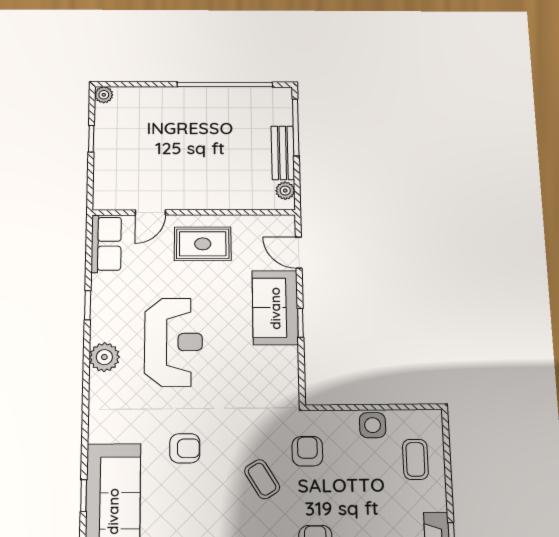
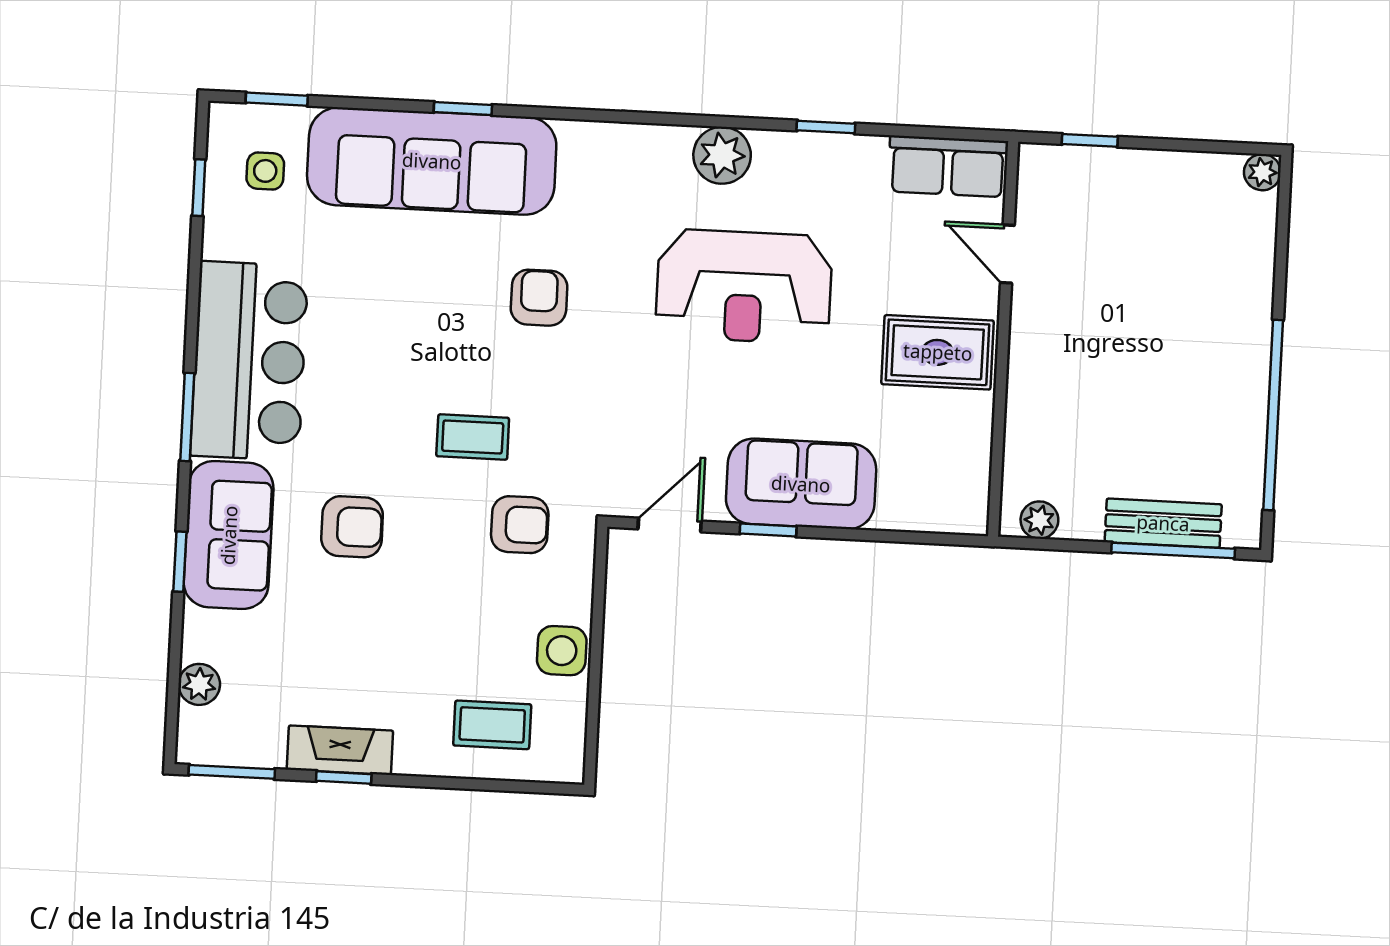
window: (91, 139) -> (1090, 140), moved
bench: (283, 153) -> (1163, 523), moved
rug: (203, 244) -> (938, 352), turned 90
door: (299, 253) -> (670, 525), moved
armchair: (185, 448) -> (539, 298), turned 180
coffee table: (262, 479) -> (473, 437), turned 31

